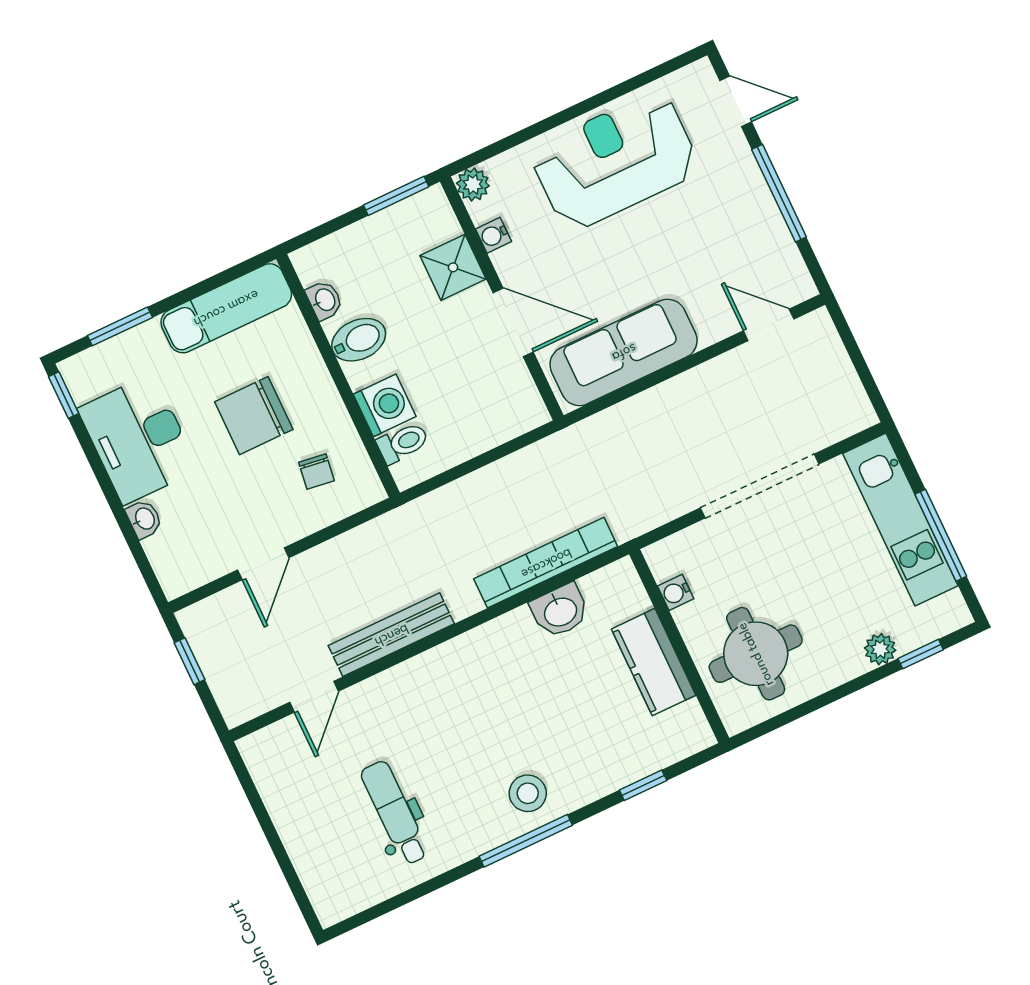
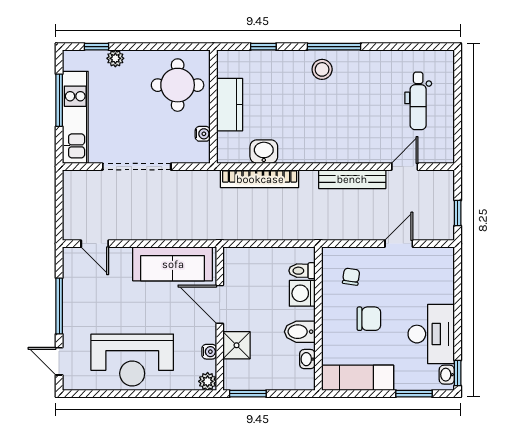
chair: (254, 416) -> (369, 319), width x0.73, depth x0.73
washbasin: (144, 519) -> (447, 375), moved
dental chair: (395, 813) -> (418, 101), moved

